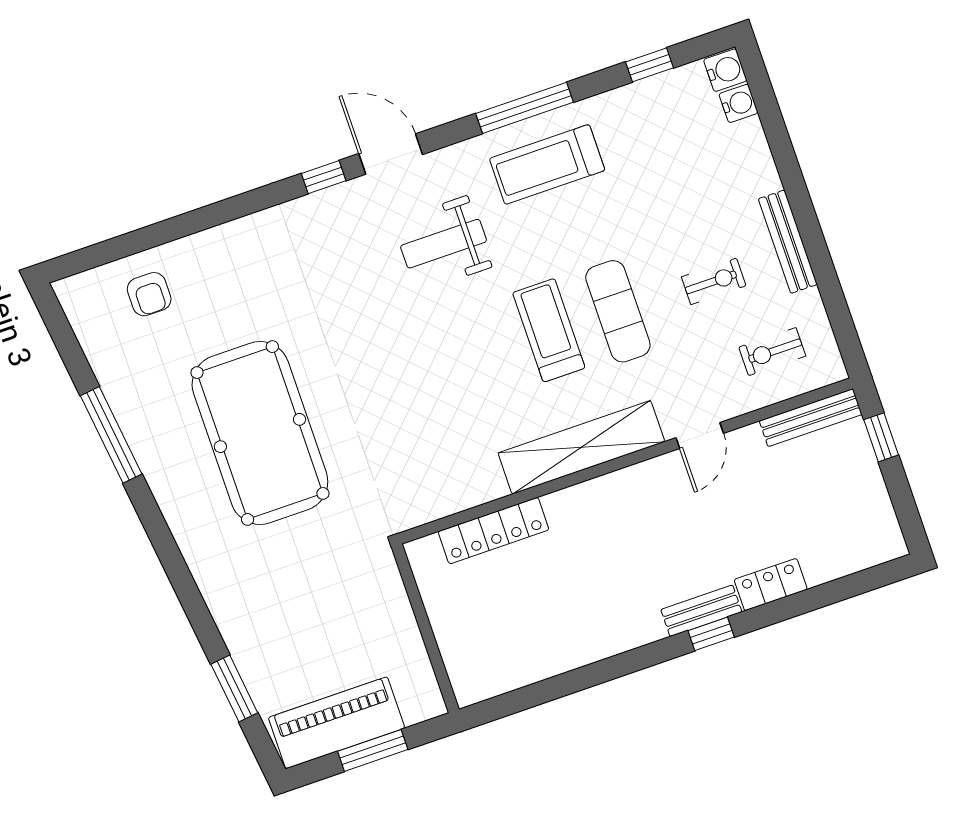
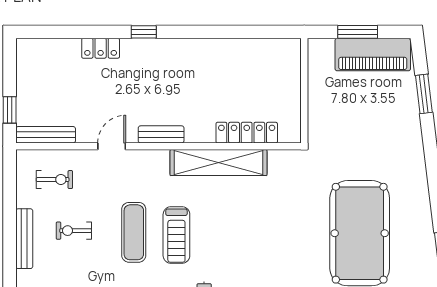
shelving: (581, 447) -> (218, 163), moved
bench: (701, 611) -> (161, 134), moved

